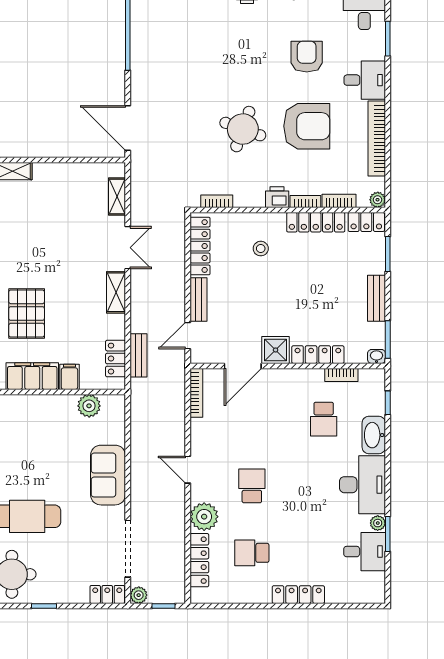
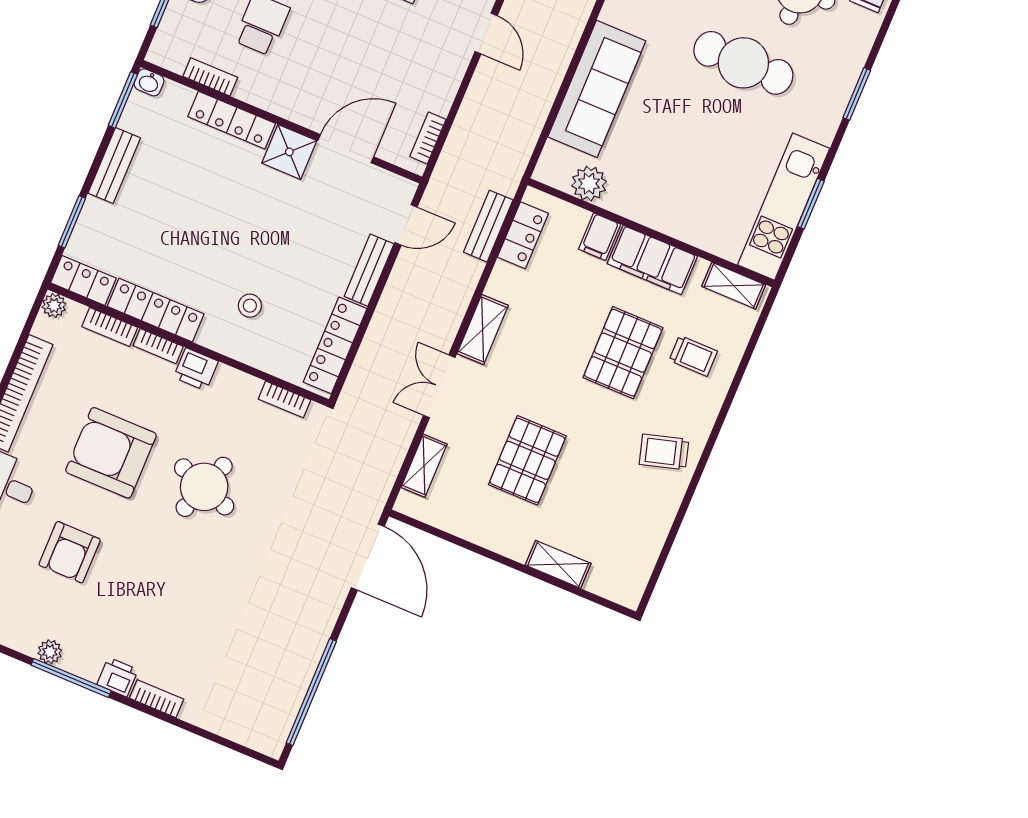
pallet: (57, 225) -> (527, 460), added
bookcase: (196, 393) -> (428, 138), width x0.64
sofa: (108, 475) -> (597, 89), width x1.36

